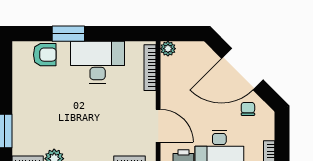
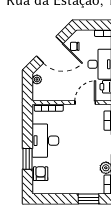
plant: (168, 49) -> (37, 79), moved
door: (242, 69) -> (50, 50), hinge flipped

